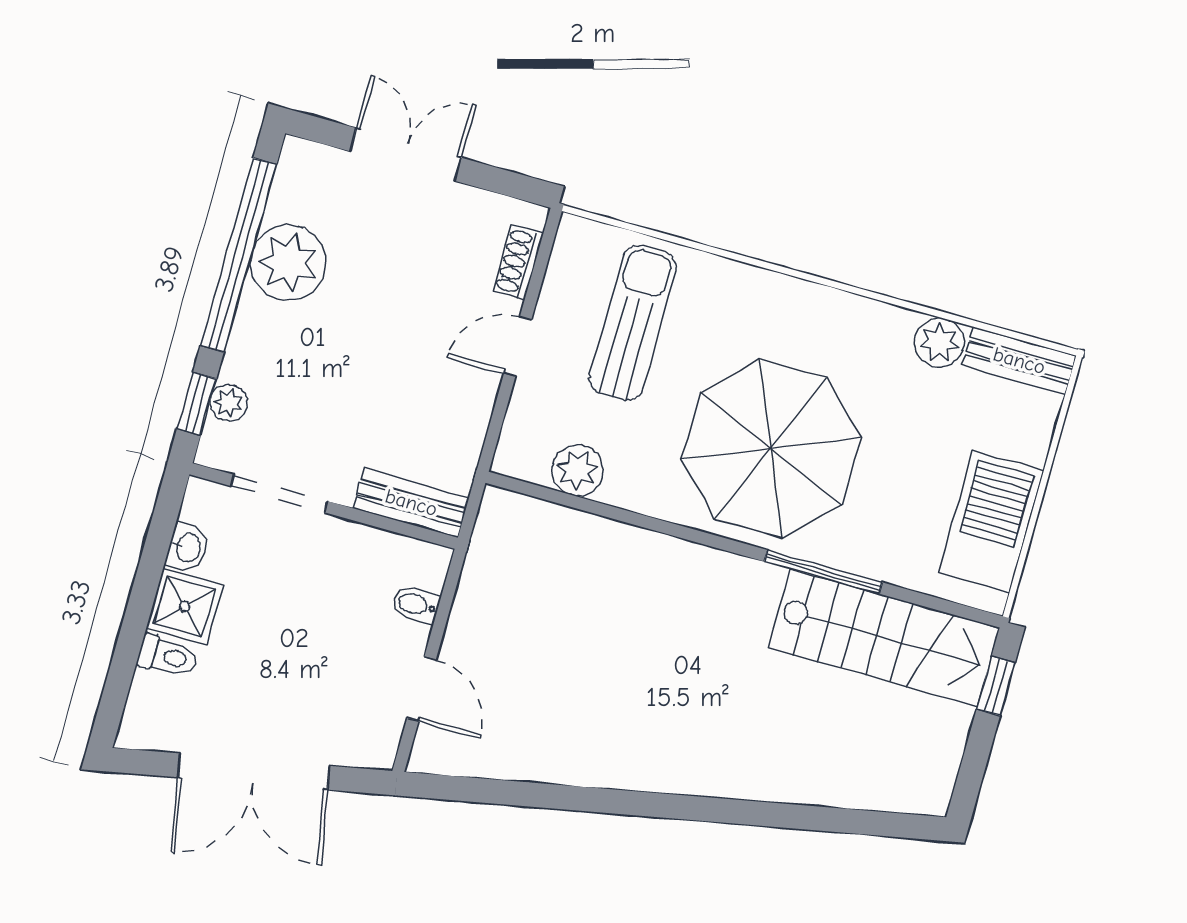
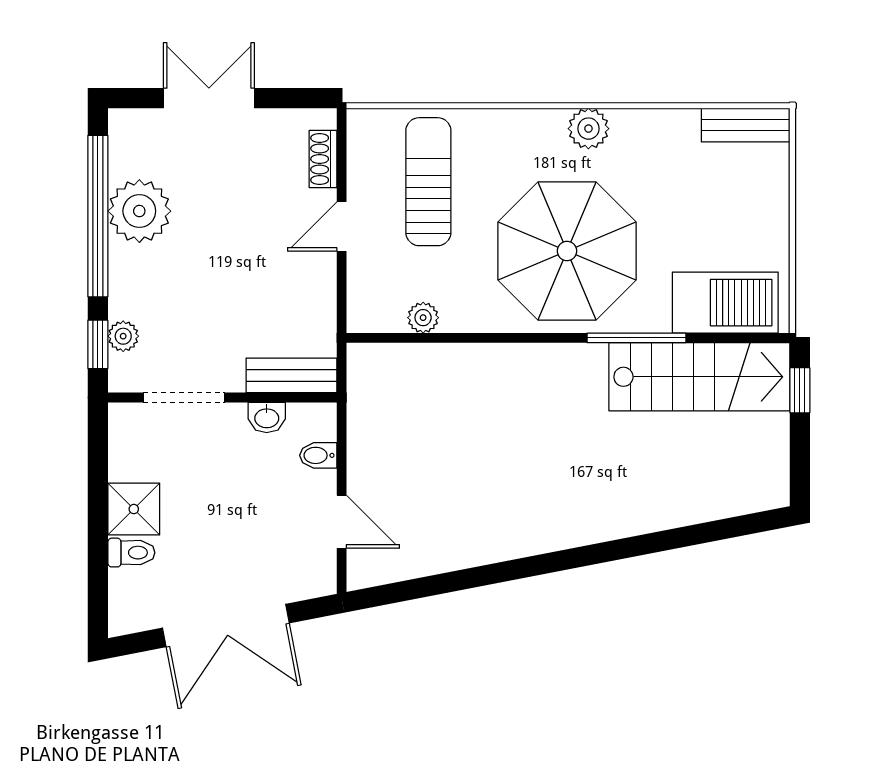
plant: (939, 343) -> (588, 129), moved
plant: (578, 470) -> (423, 318), width x0.73, depth x0.73
barbecue: (991, 522) -> (725, 303), moved, turned 90
washbasin: (188, 548) -> (267, 417), moved, turned 90

